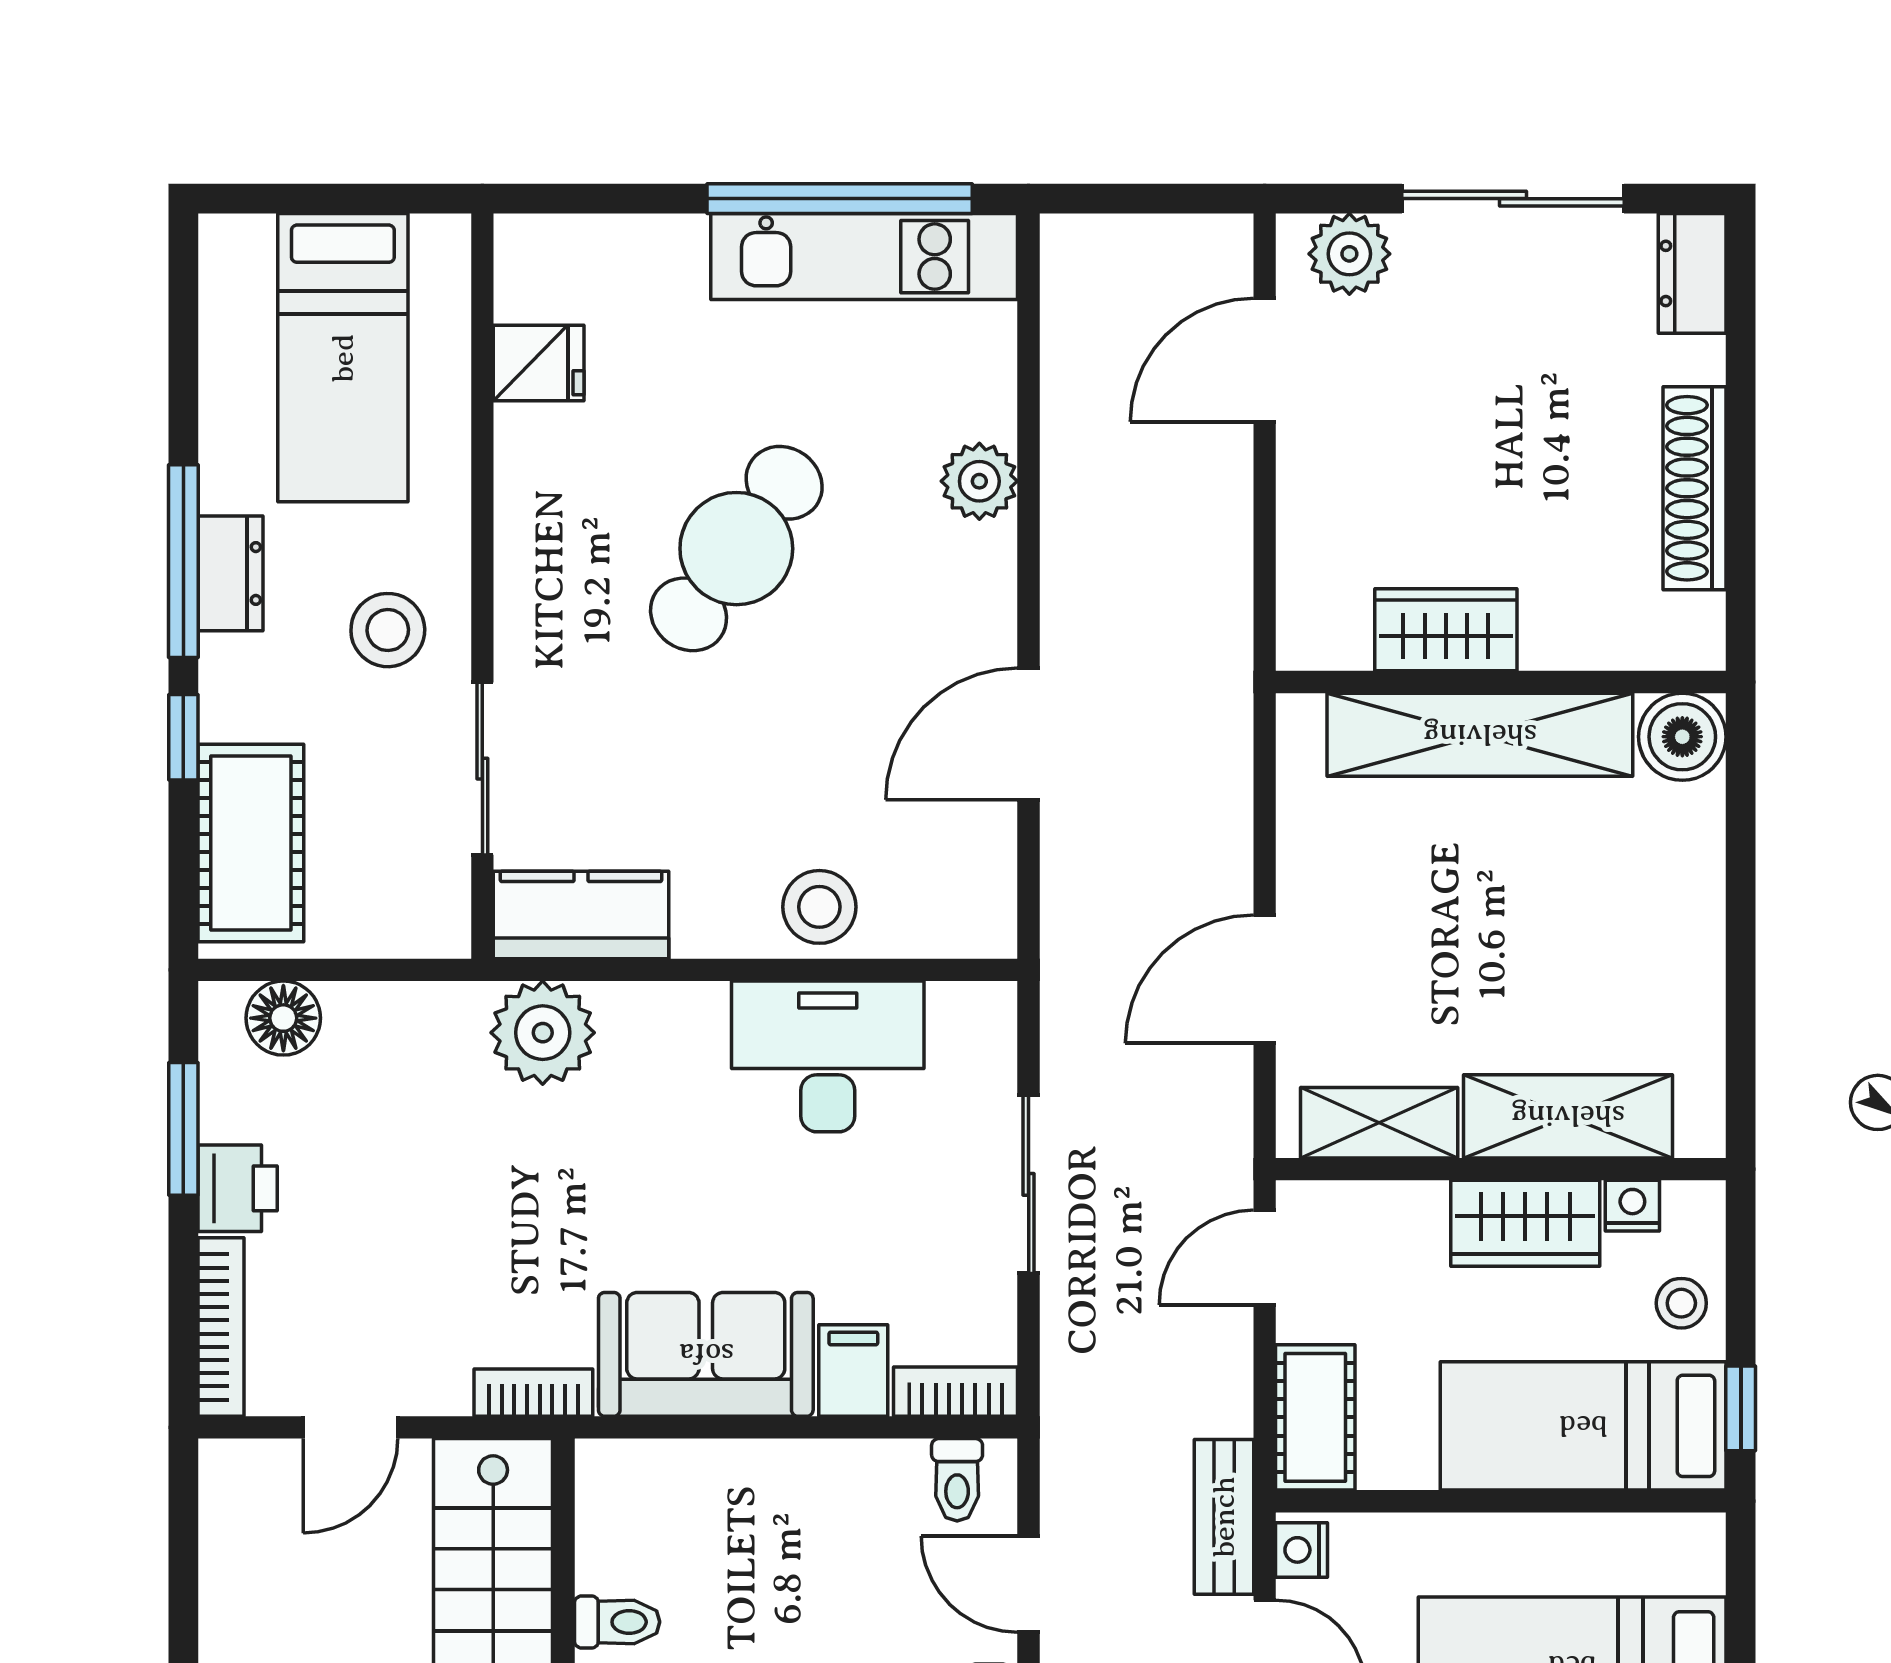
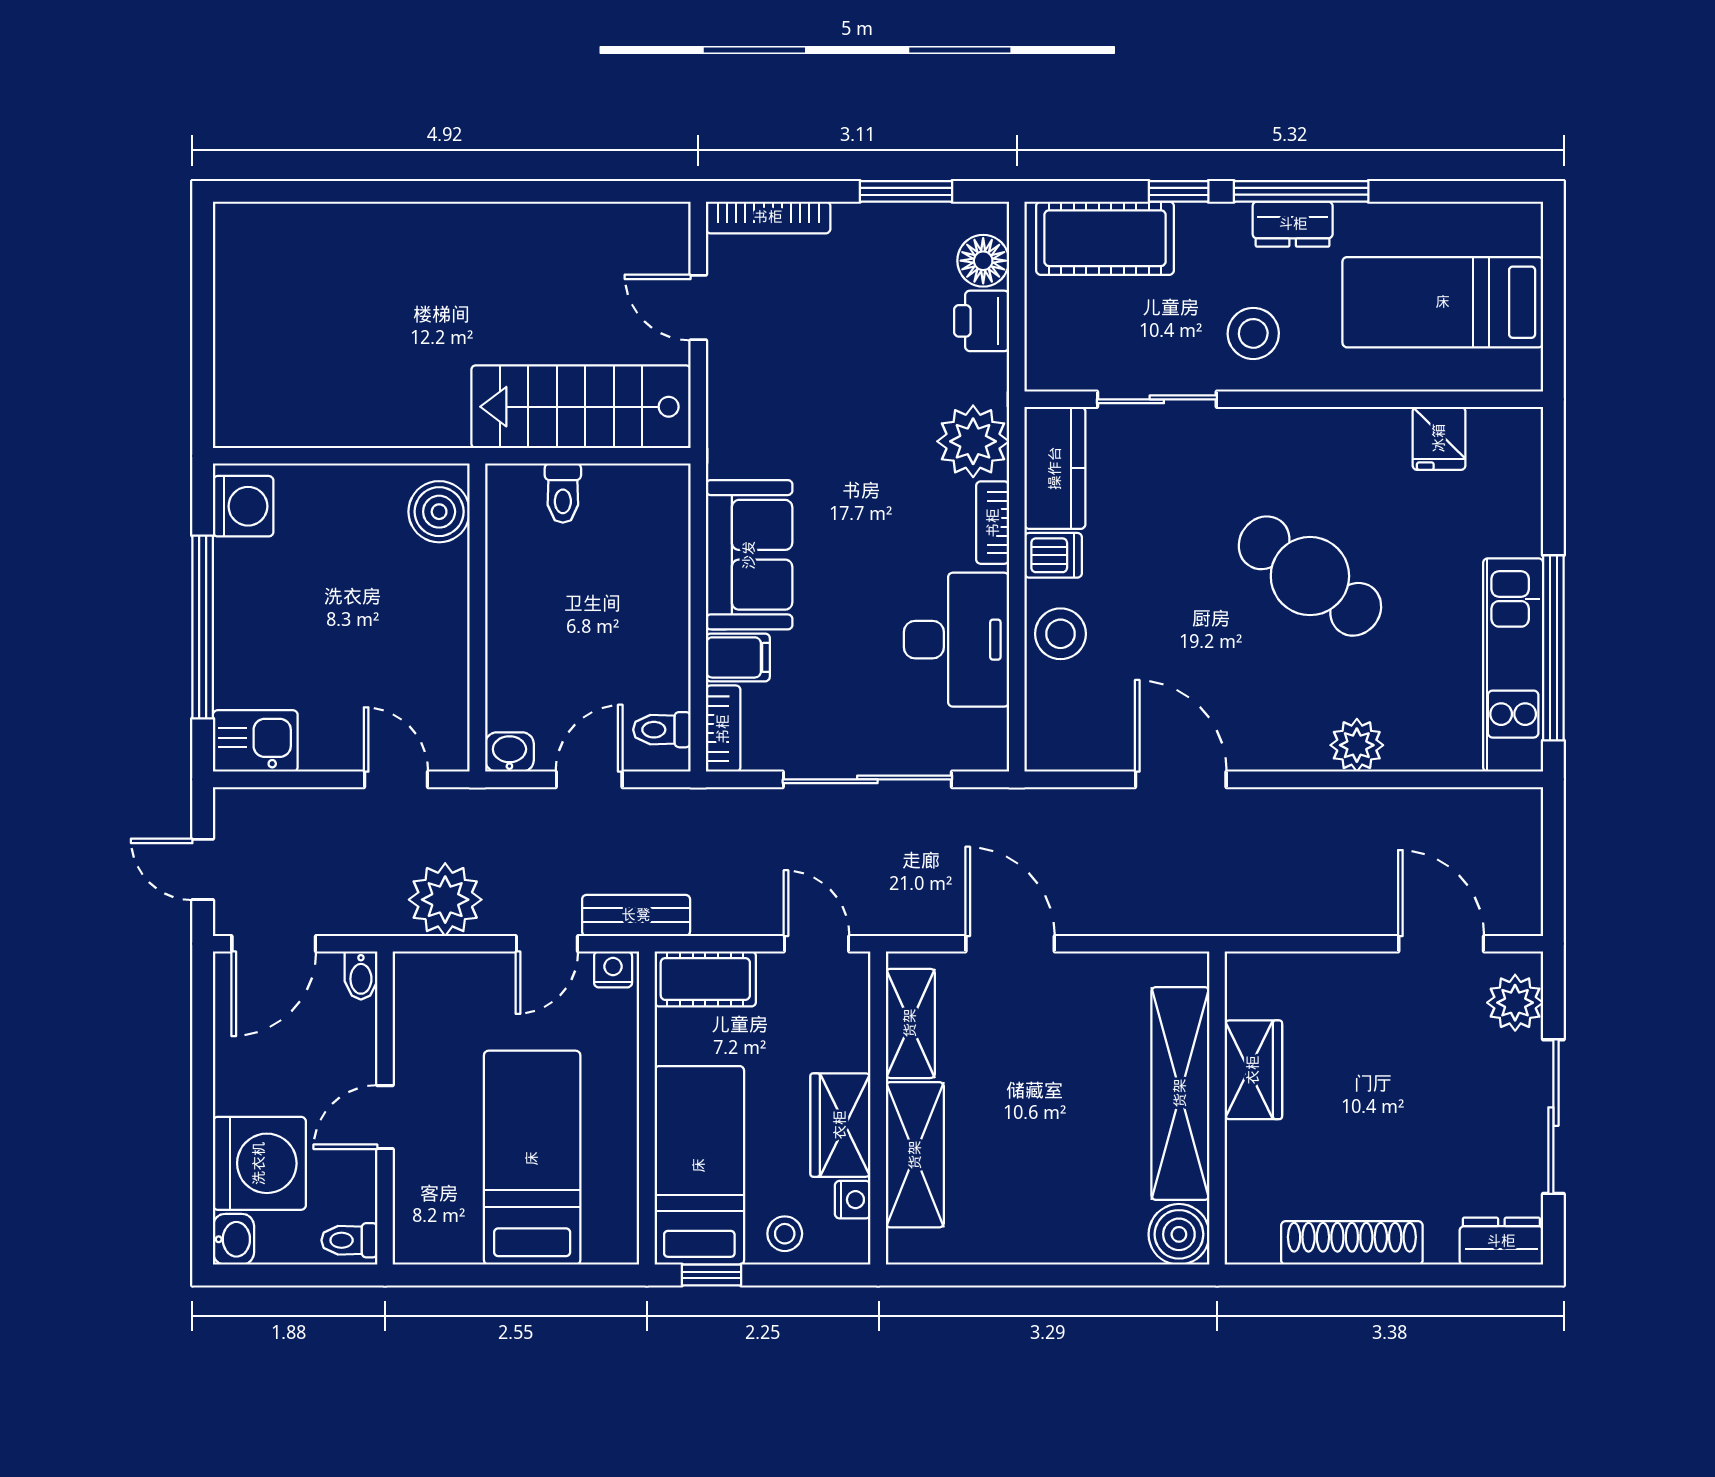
dishwasher: (707, 917) -> (1053, 555), added
sliding door: (1029, 1184) -> (867, 779), width x1.37
printer: (238, 1188) -> (982, 321), moved, turned 90
bookcase: (533, 1393) -> (993, 523), moved, turned 180

